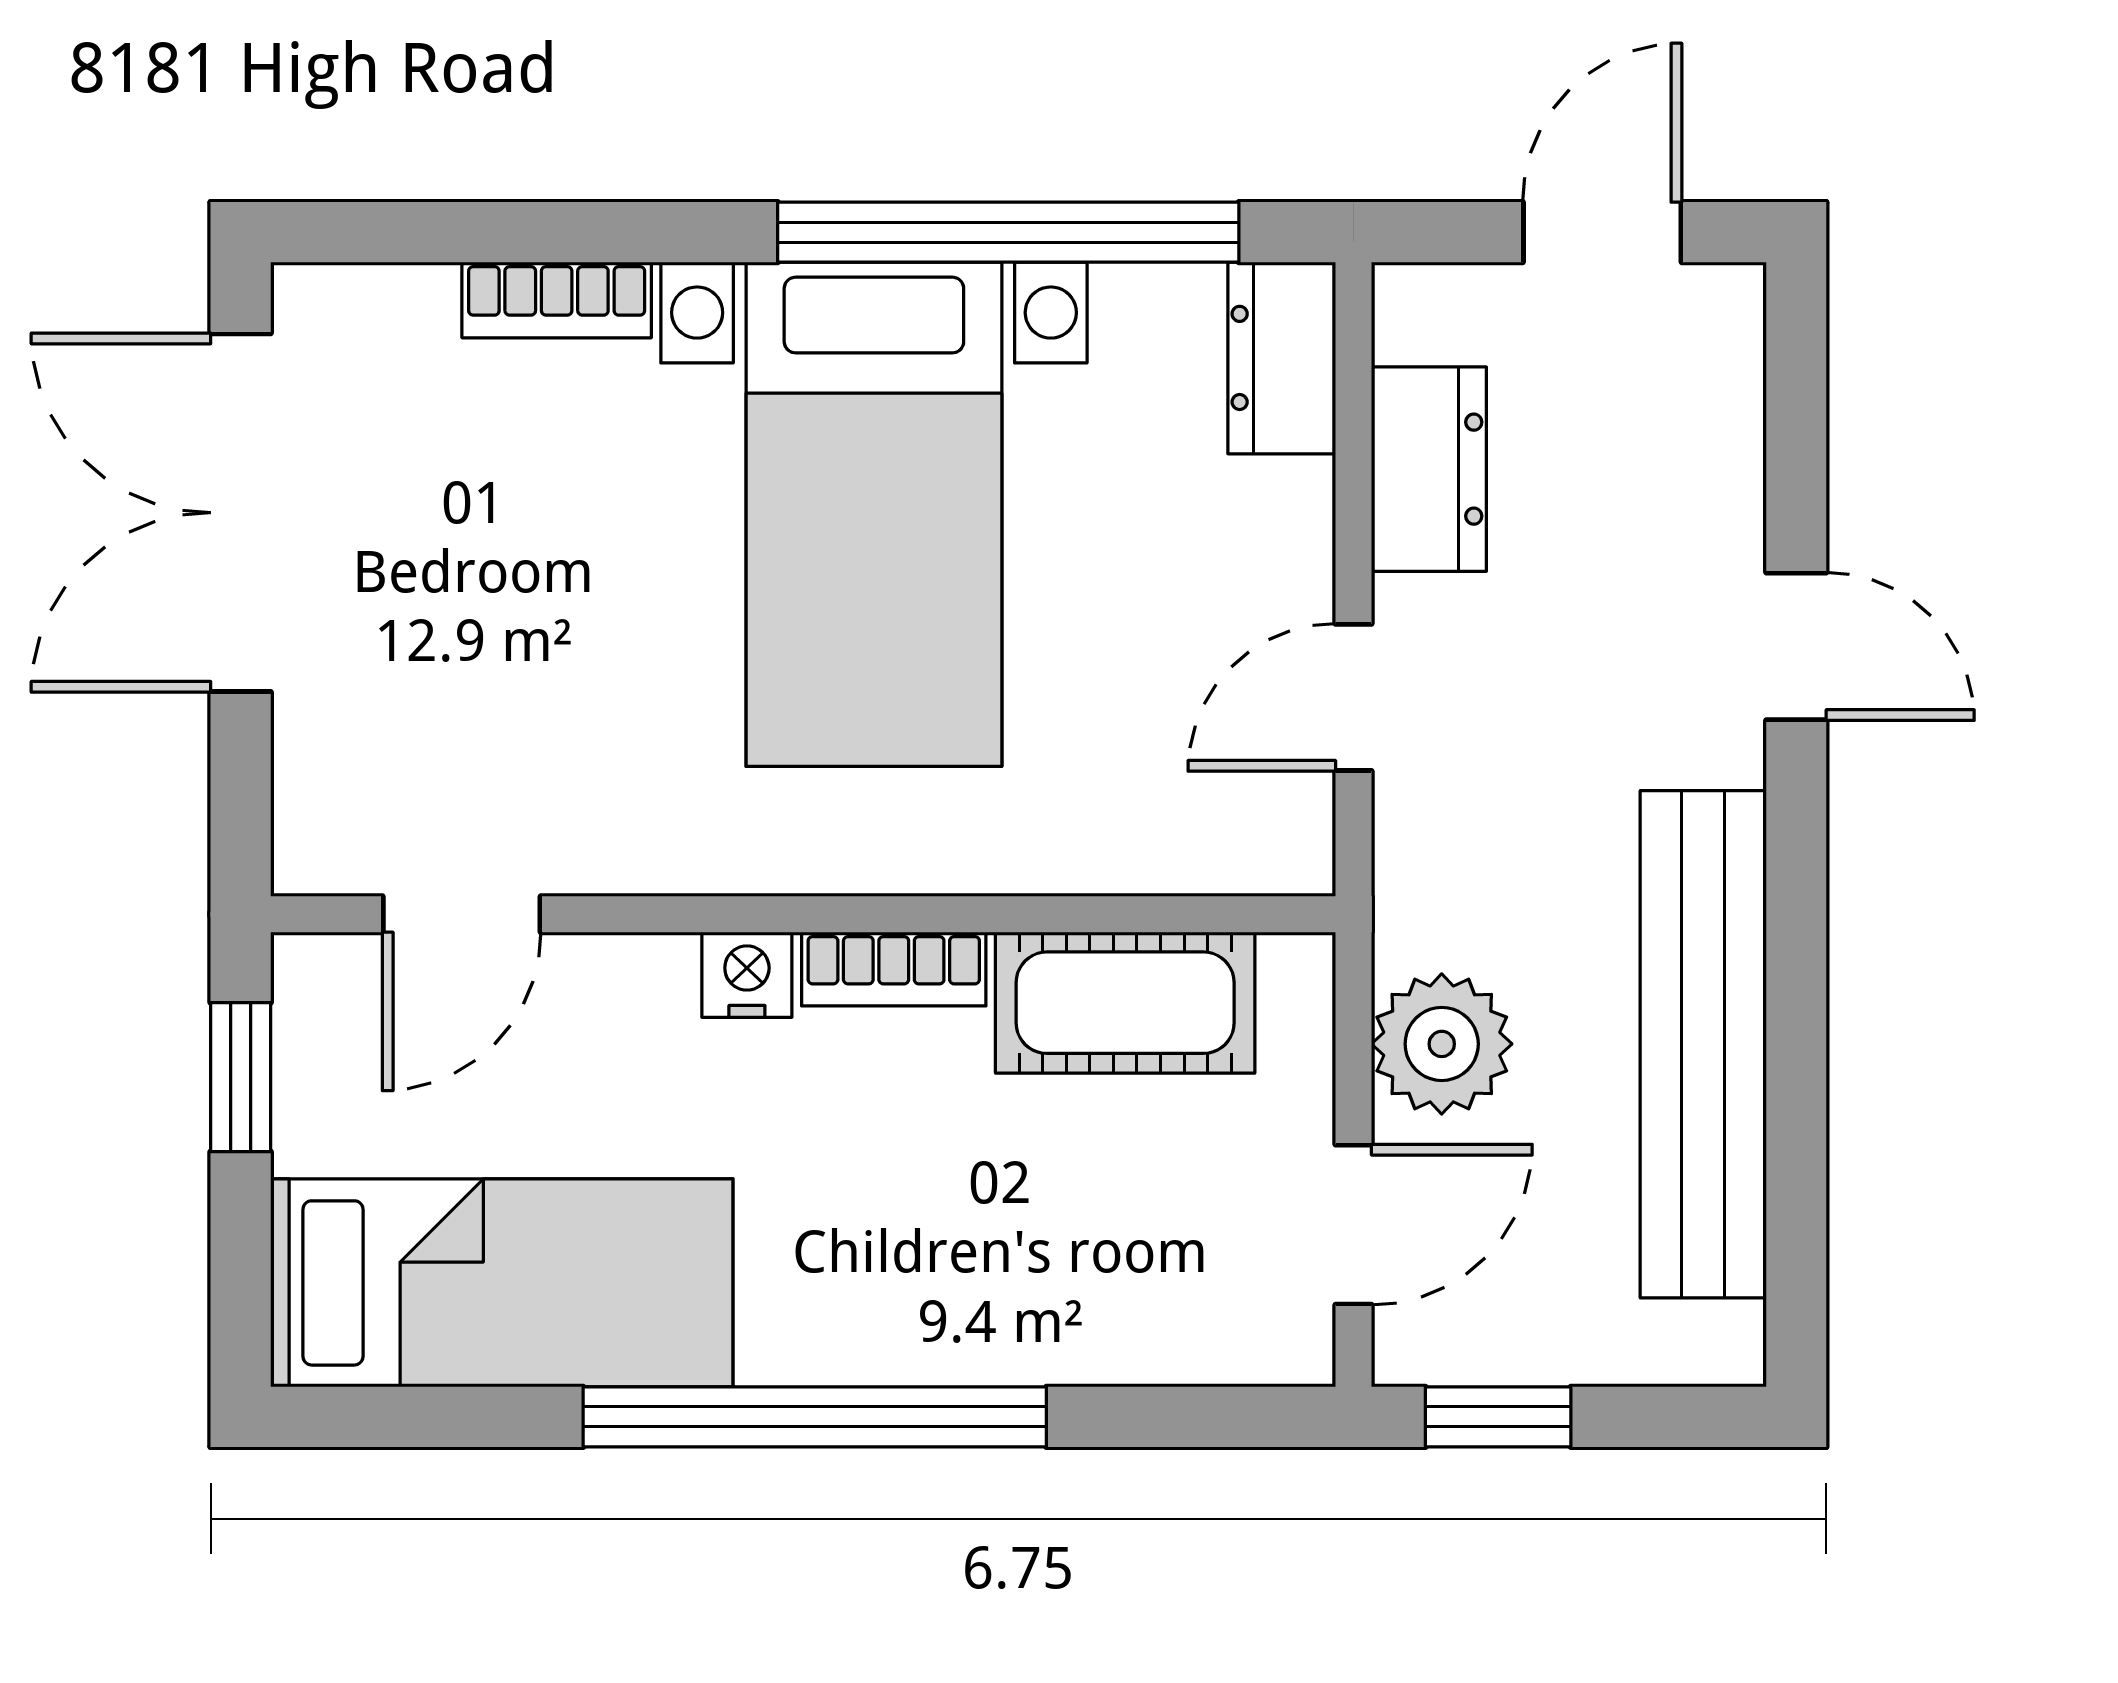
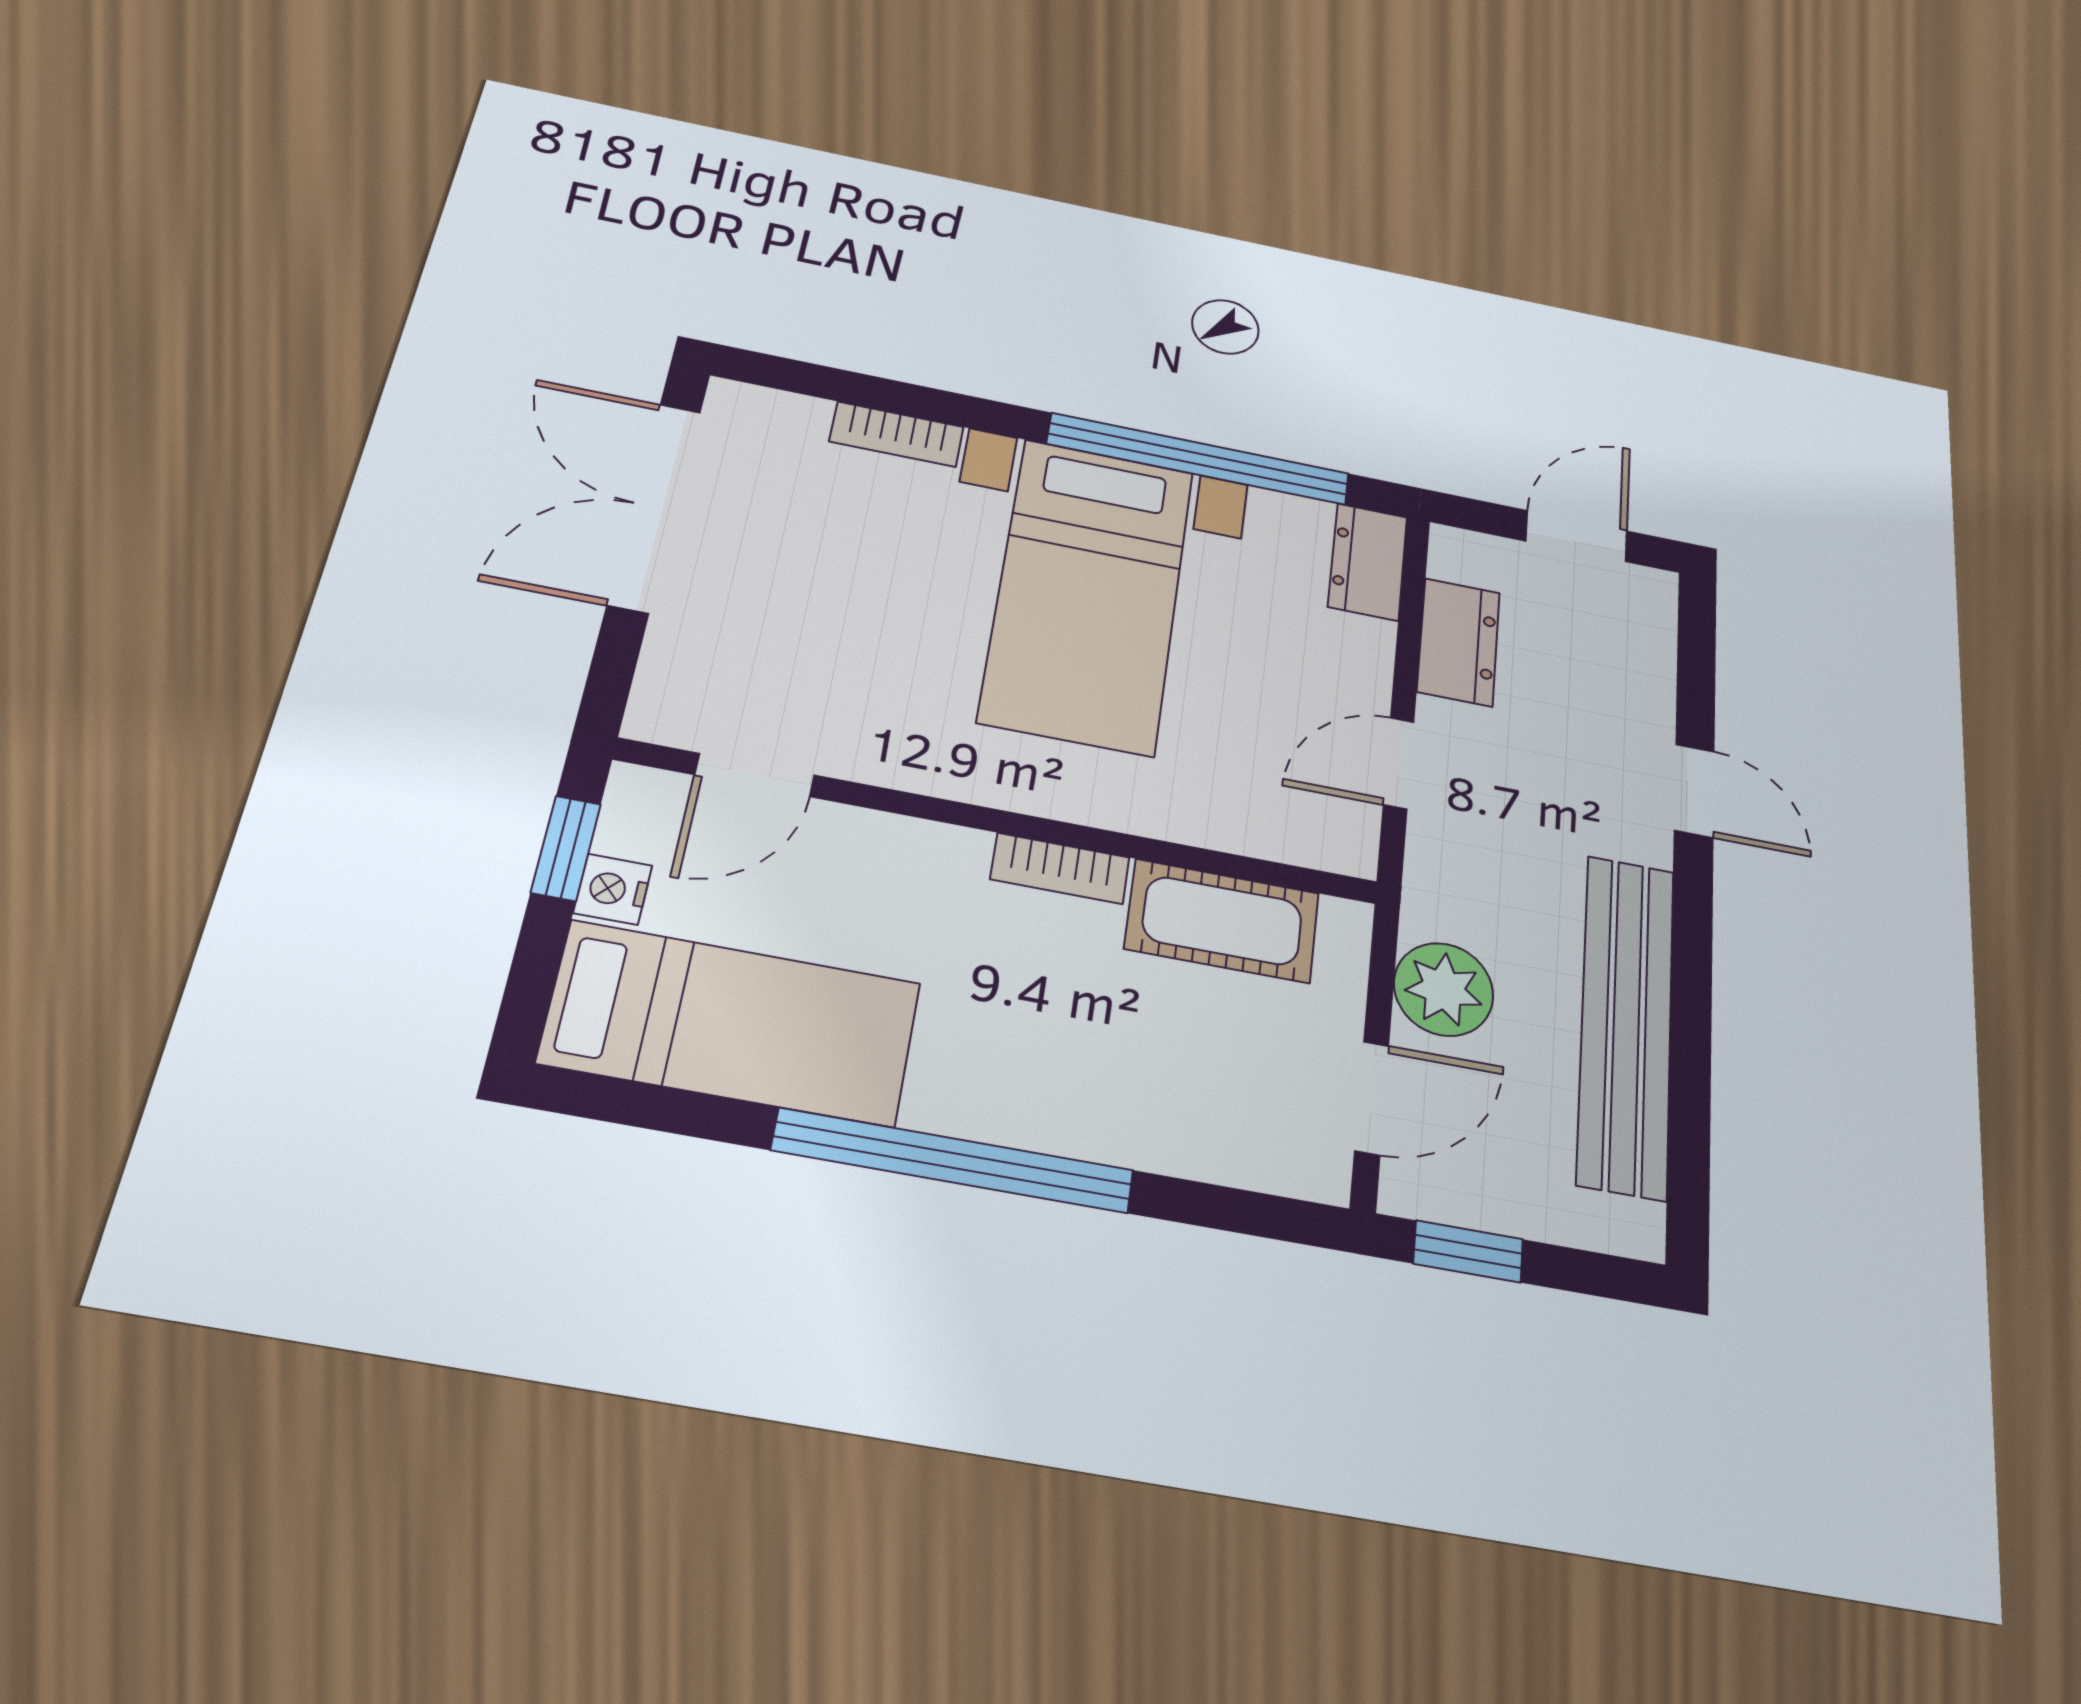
nightstand: (747, 975) -> (613, 889), moved, turned -90

